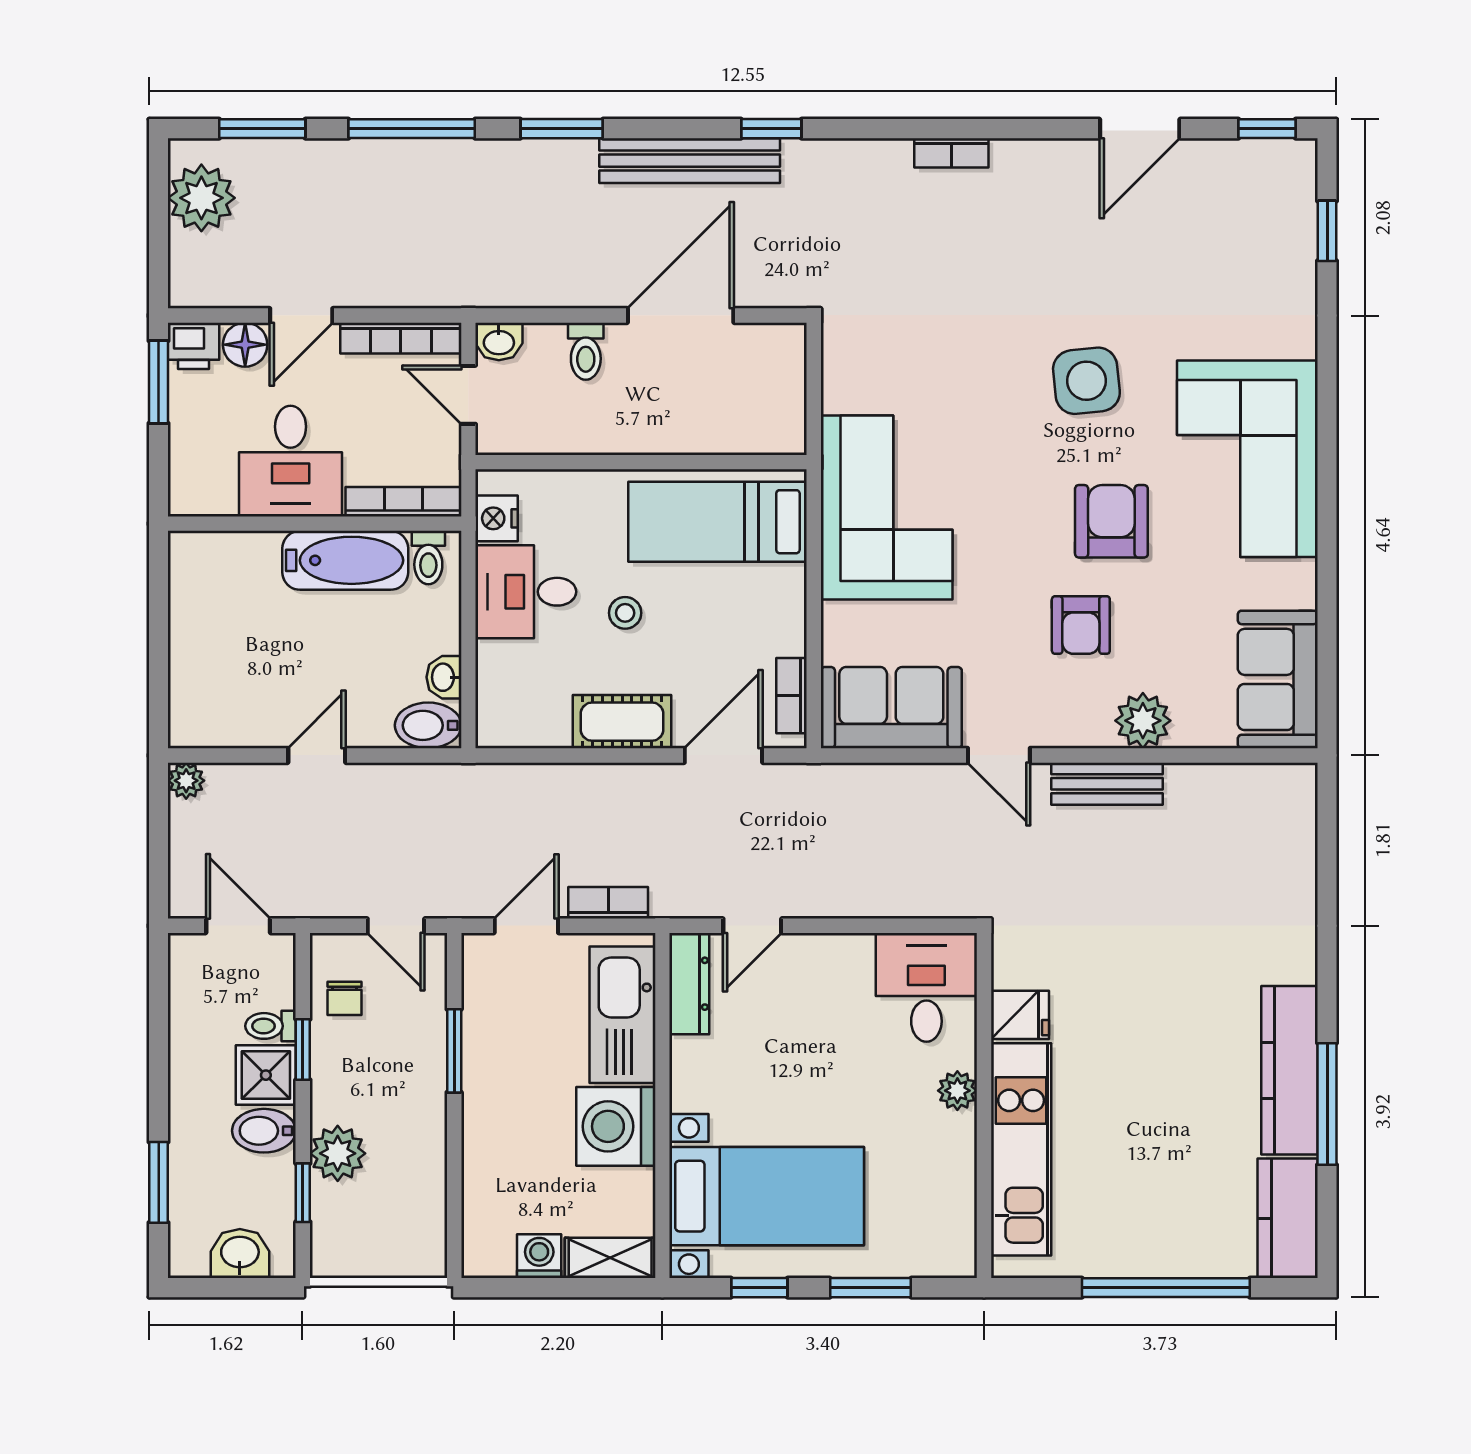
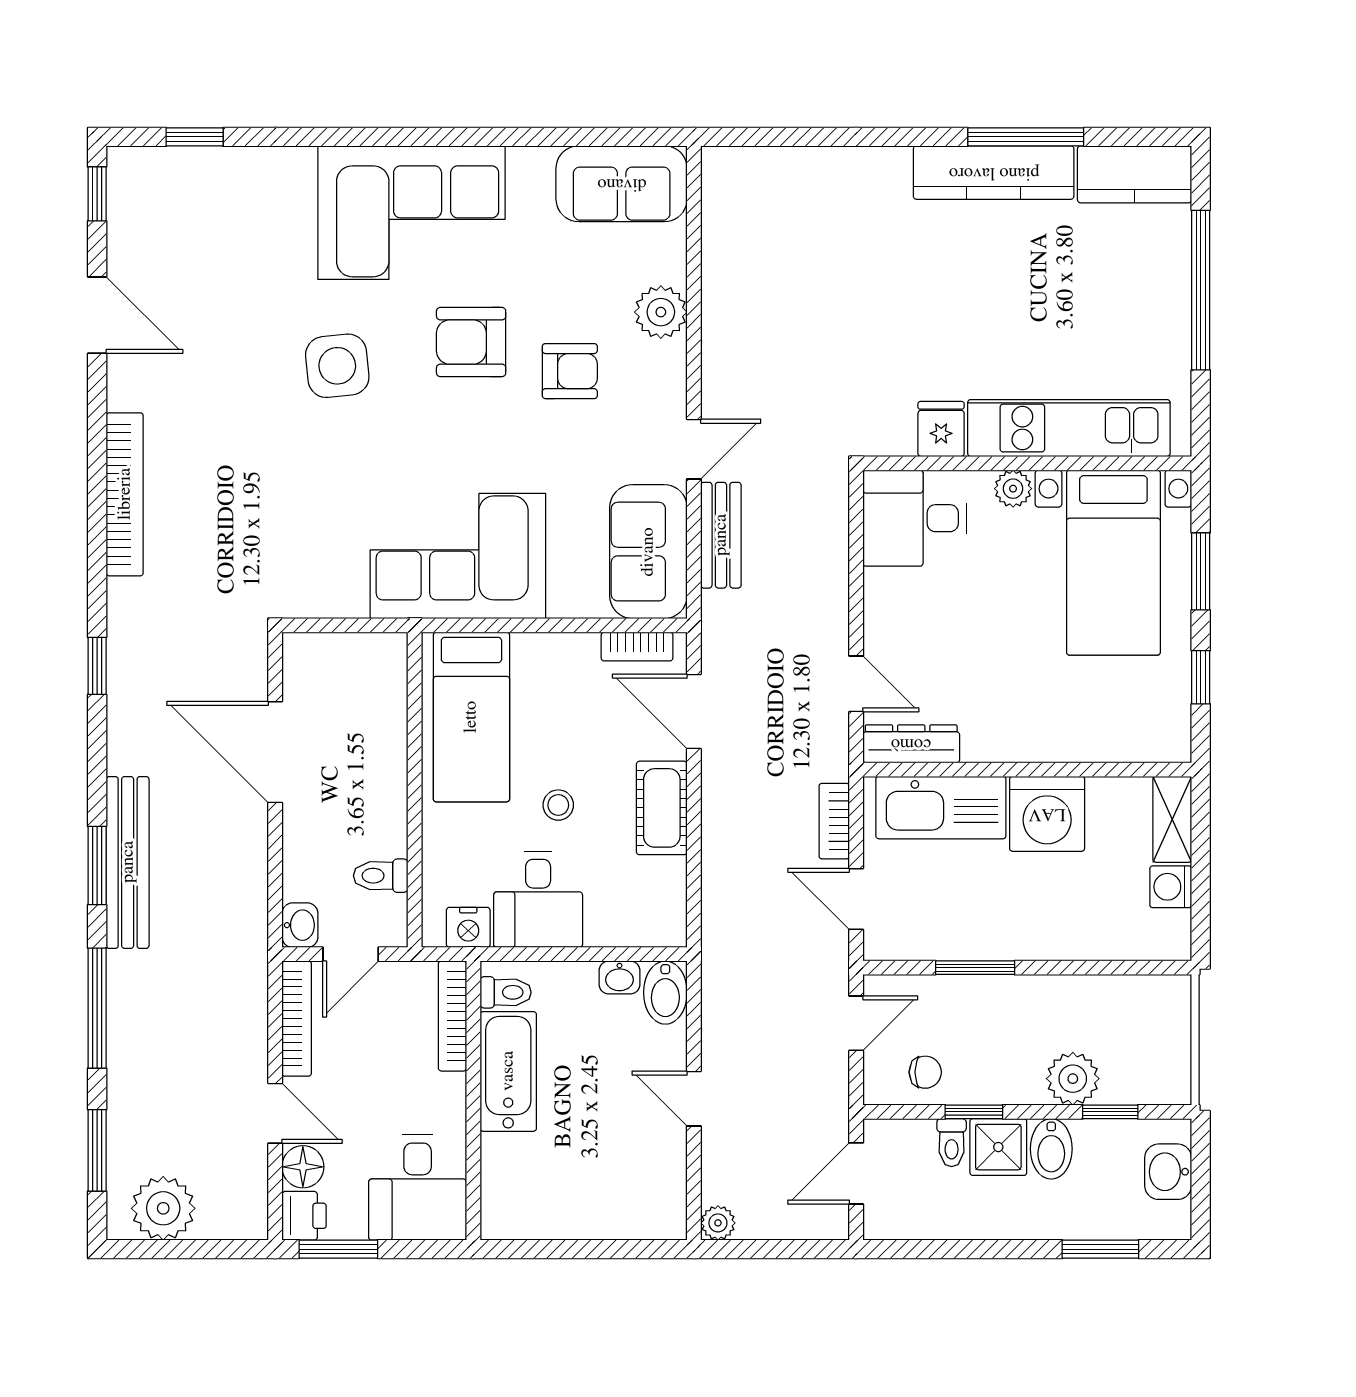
bookcase: (951, 153) -> (125, 494), width x2.31, depth x1.31
bench: (690, 161) -> (128, 862), moved
toilet: (586, 351) -> (381, 876), moved, turned 180
desk: (291, 461) -> (418, 1187), moved, turned 90
bench: (1107, 784) -> (721, 535), moved
bed with nightstands: (767, 1196) -> (1113, 563), moved, turned 180

